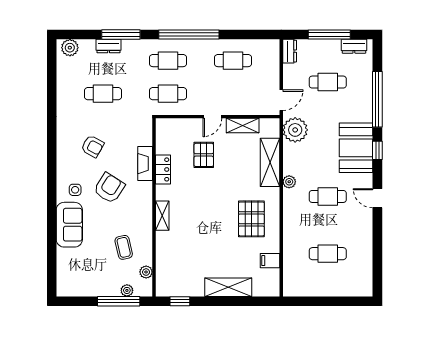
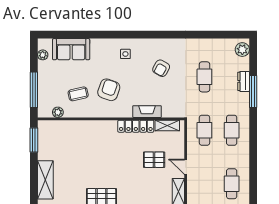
window: (189, 34) -> (253, 147), removed
locker: (163, 169) -> (136, 126), width x1.53
armchair: (109, 188) -> (109, 90), moved, turned -104
shelving: (162, 216) -> (167, 126), moved
sofa: (69, 225) -> (71, 49), moved
plant: (127, 290) -> (43, 55), moved
window: (180, 301) -> (34, 140), width x1.50

